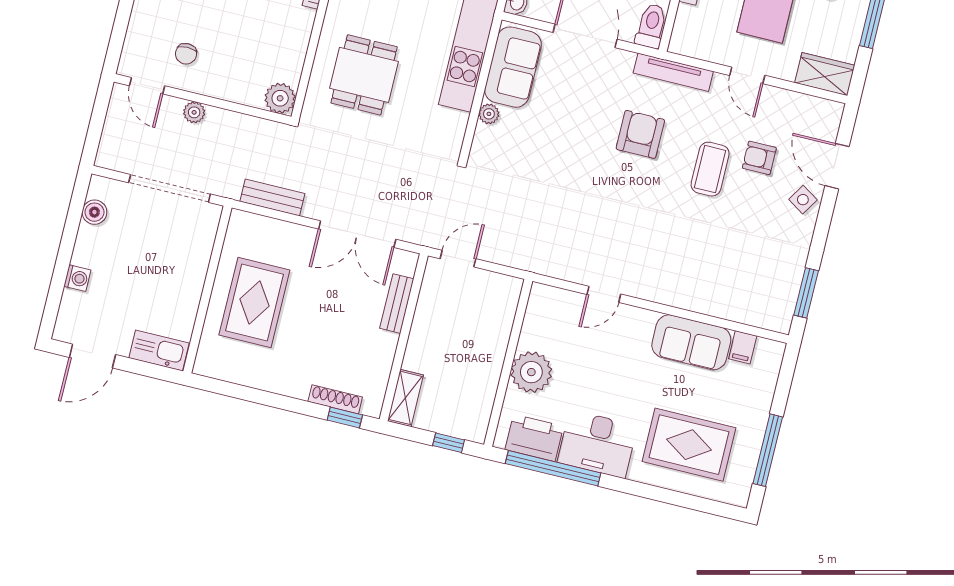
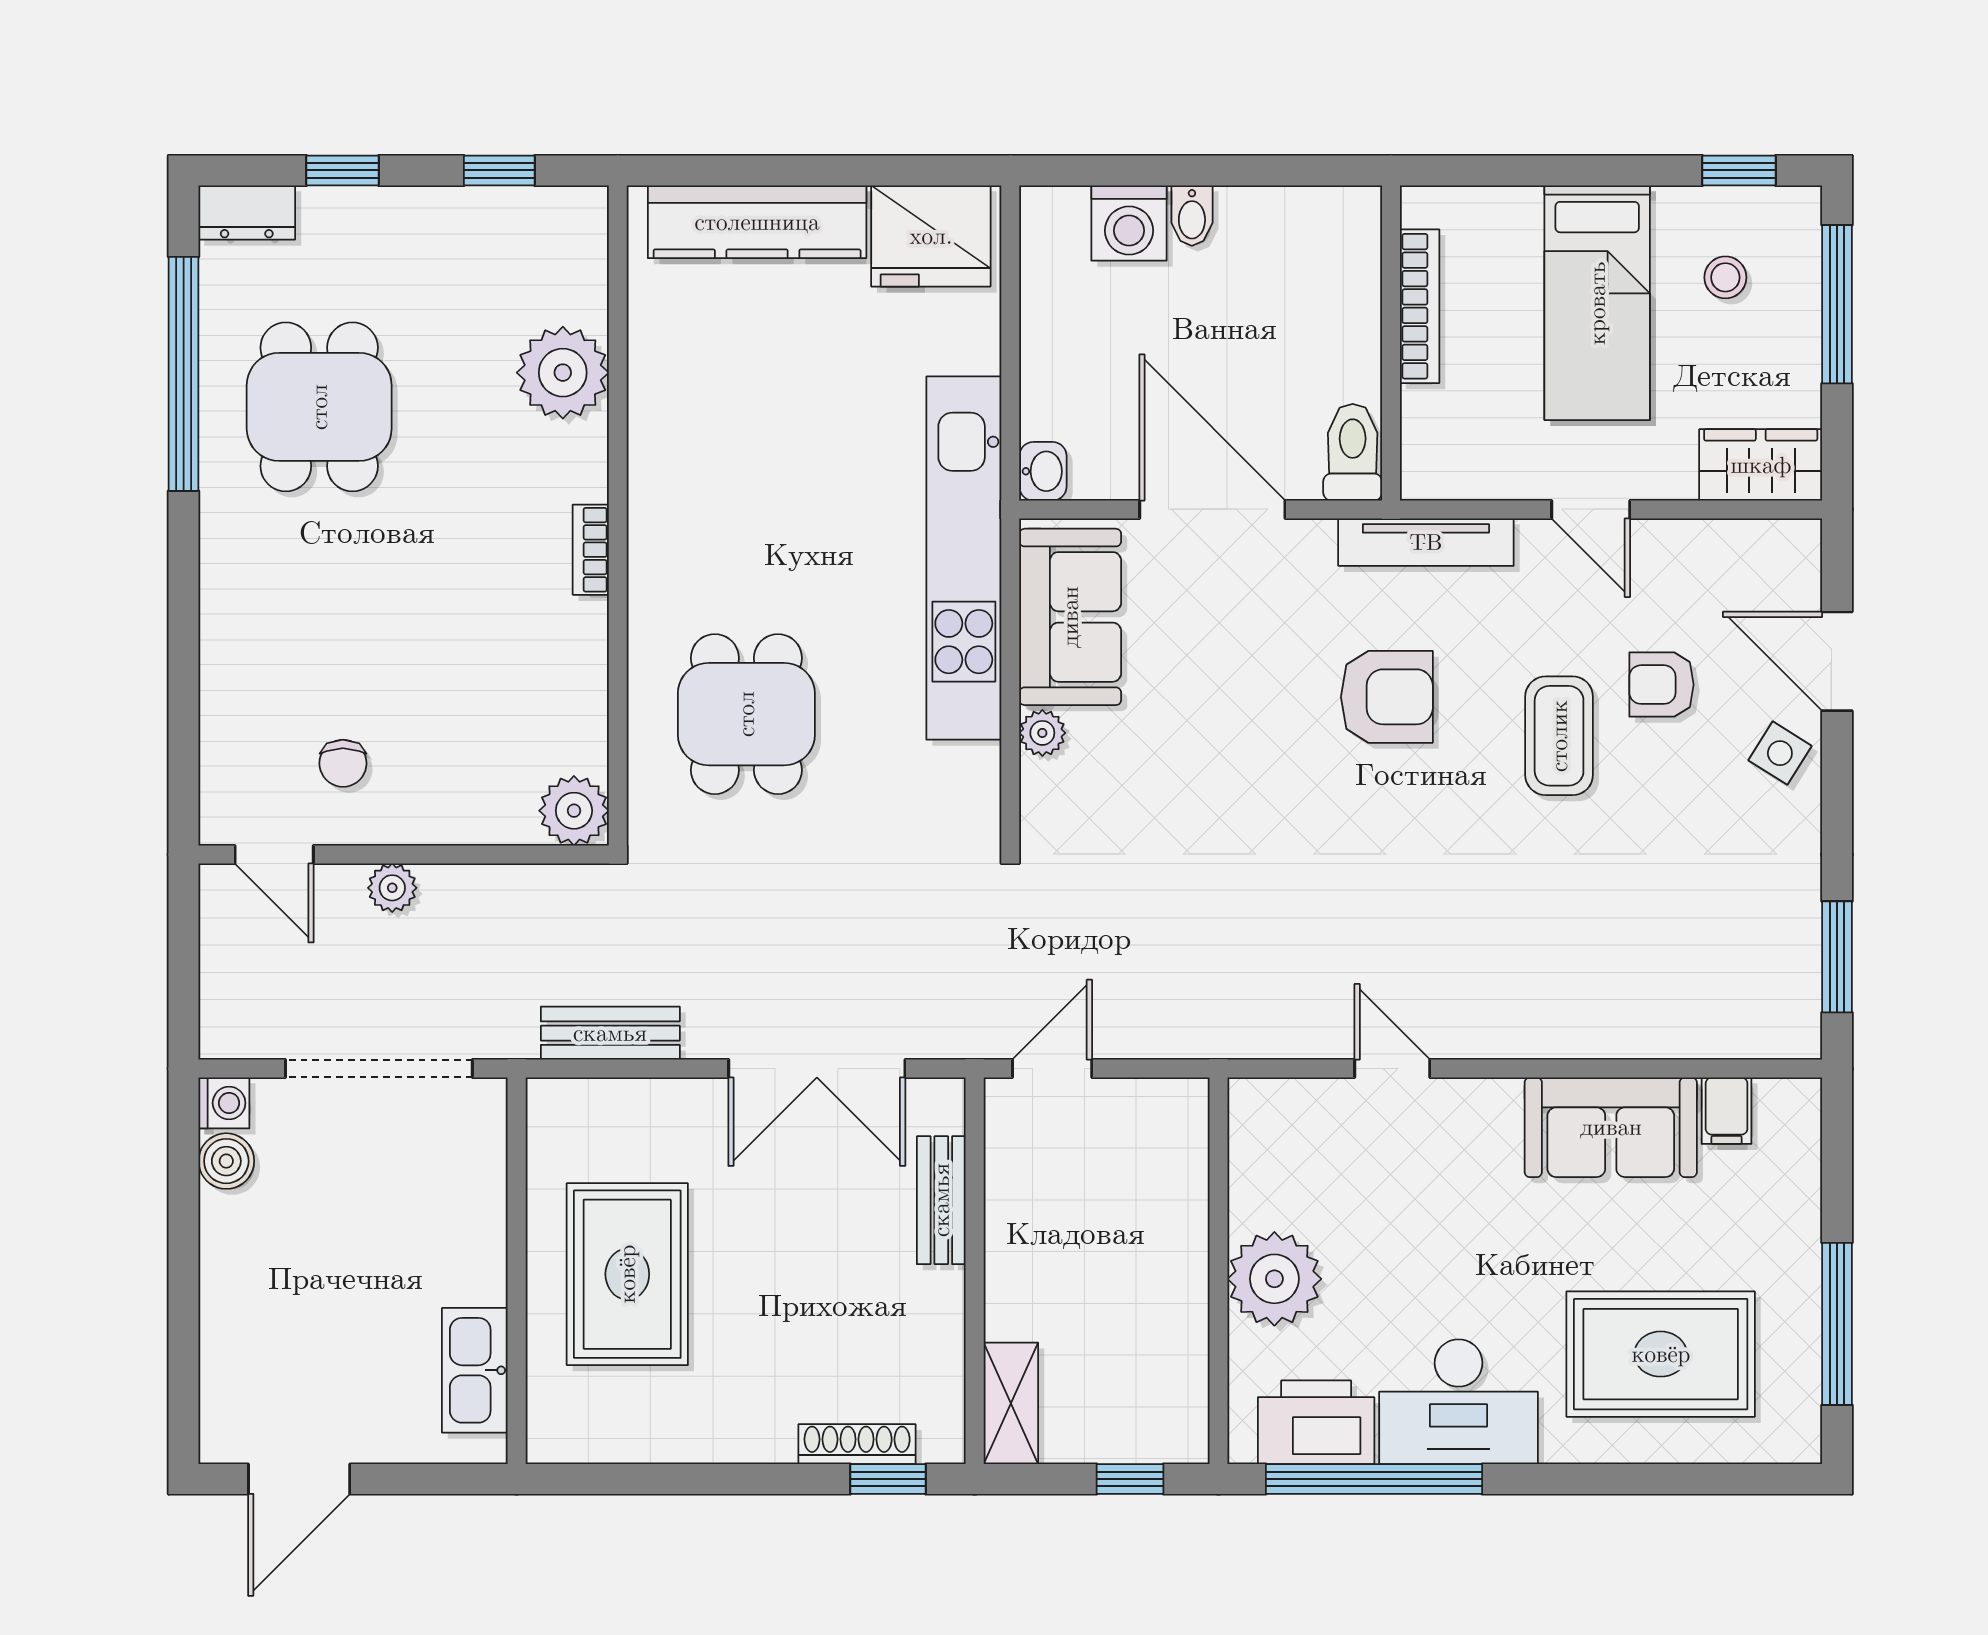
armchair: (640, 134) -> (1387, 697), turned 90
washing machine: (77, 278) -> (224, 1103), moved
door: (604, 294) -> (1392, 1069), swing flipped
kitchen sink: (159, 351) -> (475, 1370), moved, turned -90

